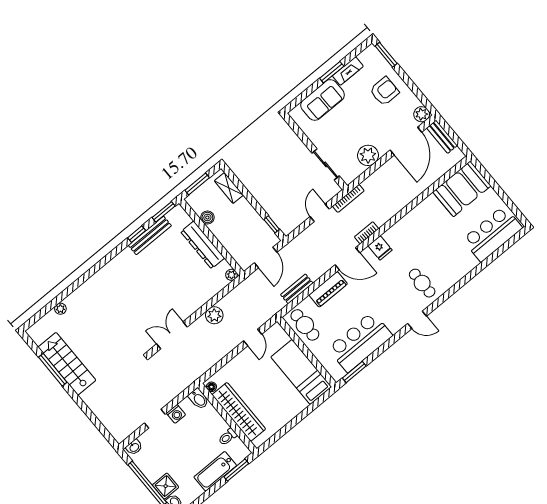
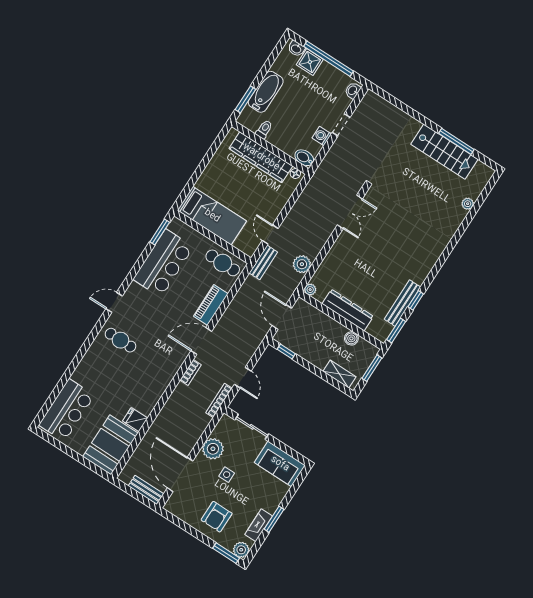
sofa: (323, 100) -> (280, 464), moved, turned -90
plant: (422, 114) -> (241, 550), moved
side table: (363, 127) -> (227, 475), added
fridge: (380, 248) -> (135, 420), moved
bench: (297, 289) -> (263, 262), moved
plant: (214, 315) -> (302, 264), moved

